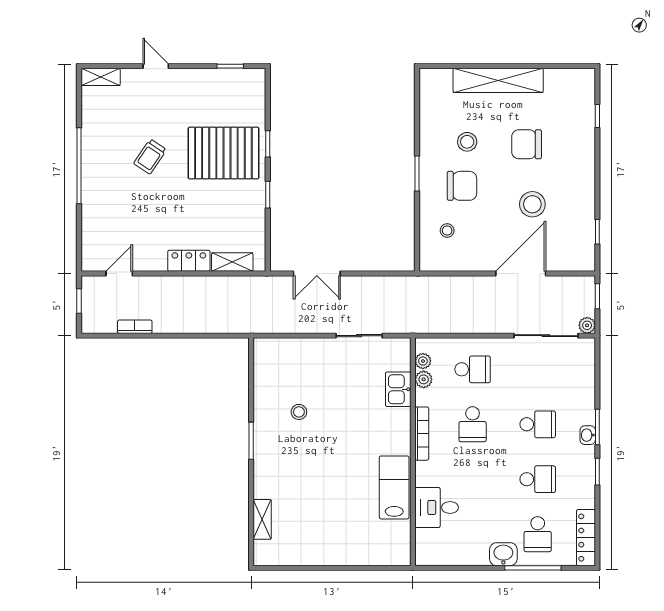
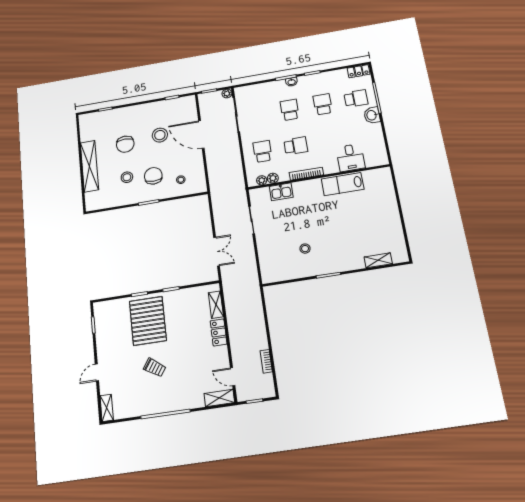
shelving: (91, 249) -> (219, 398), added
locker: (586, 538) -> (359, 71), width x0.66

